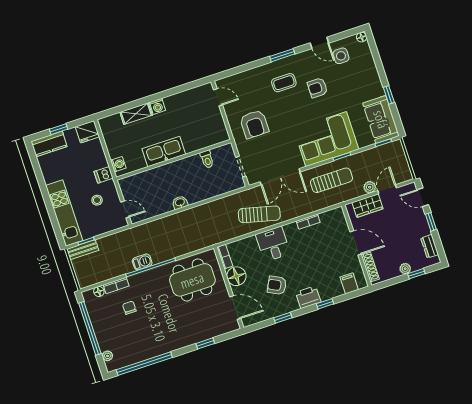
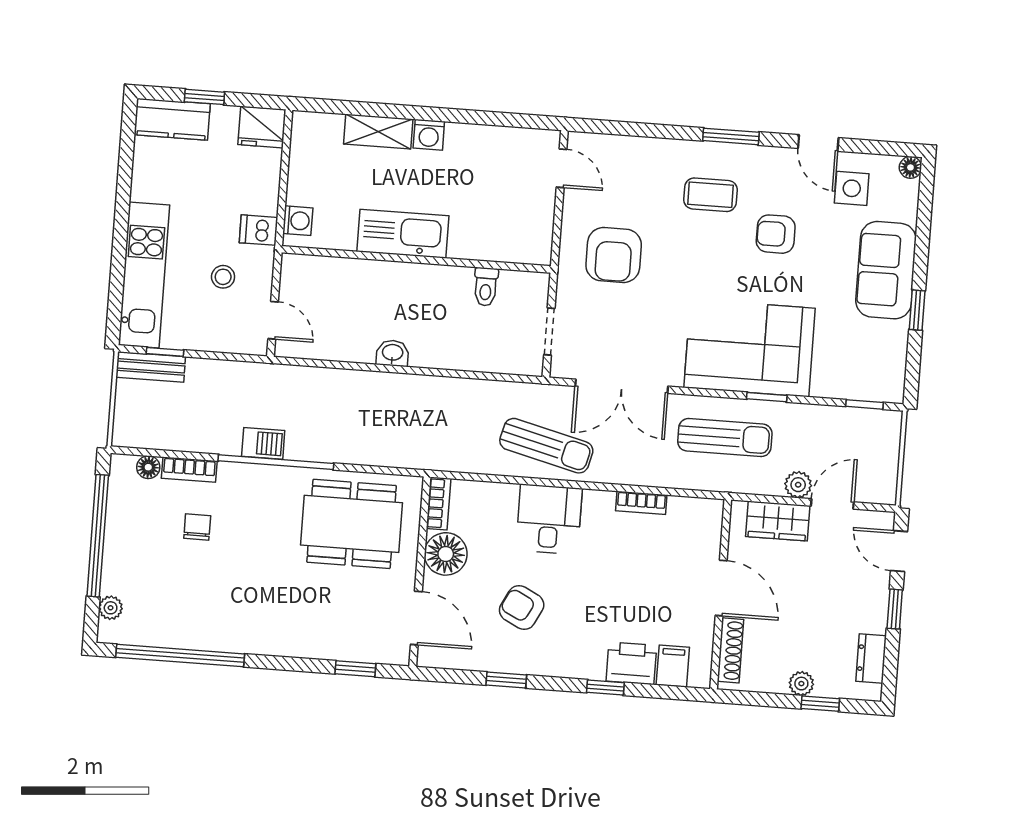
sofa: (381, 119) -> (886, 270), moved
printer: (308, 297) -> (631, 663), moved
window: (205, 343) -> (355, 669), moved

